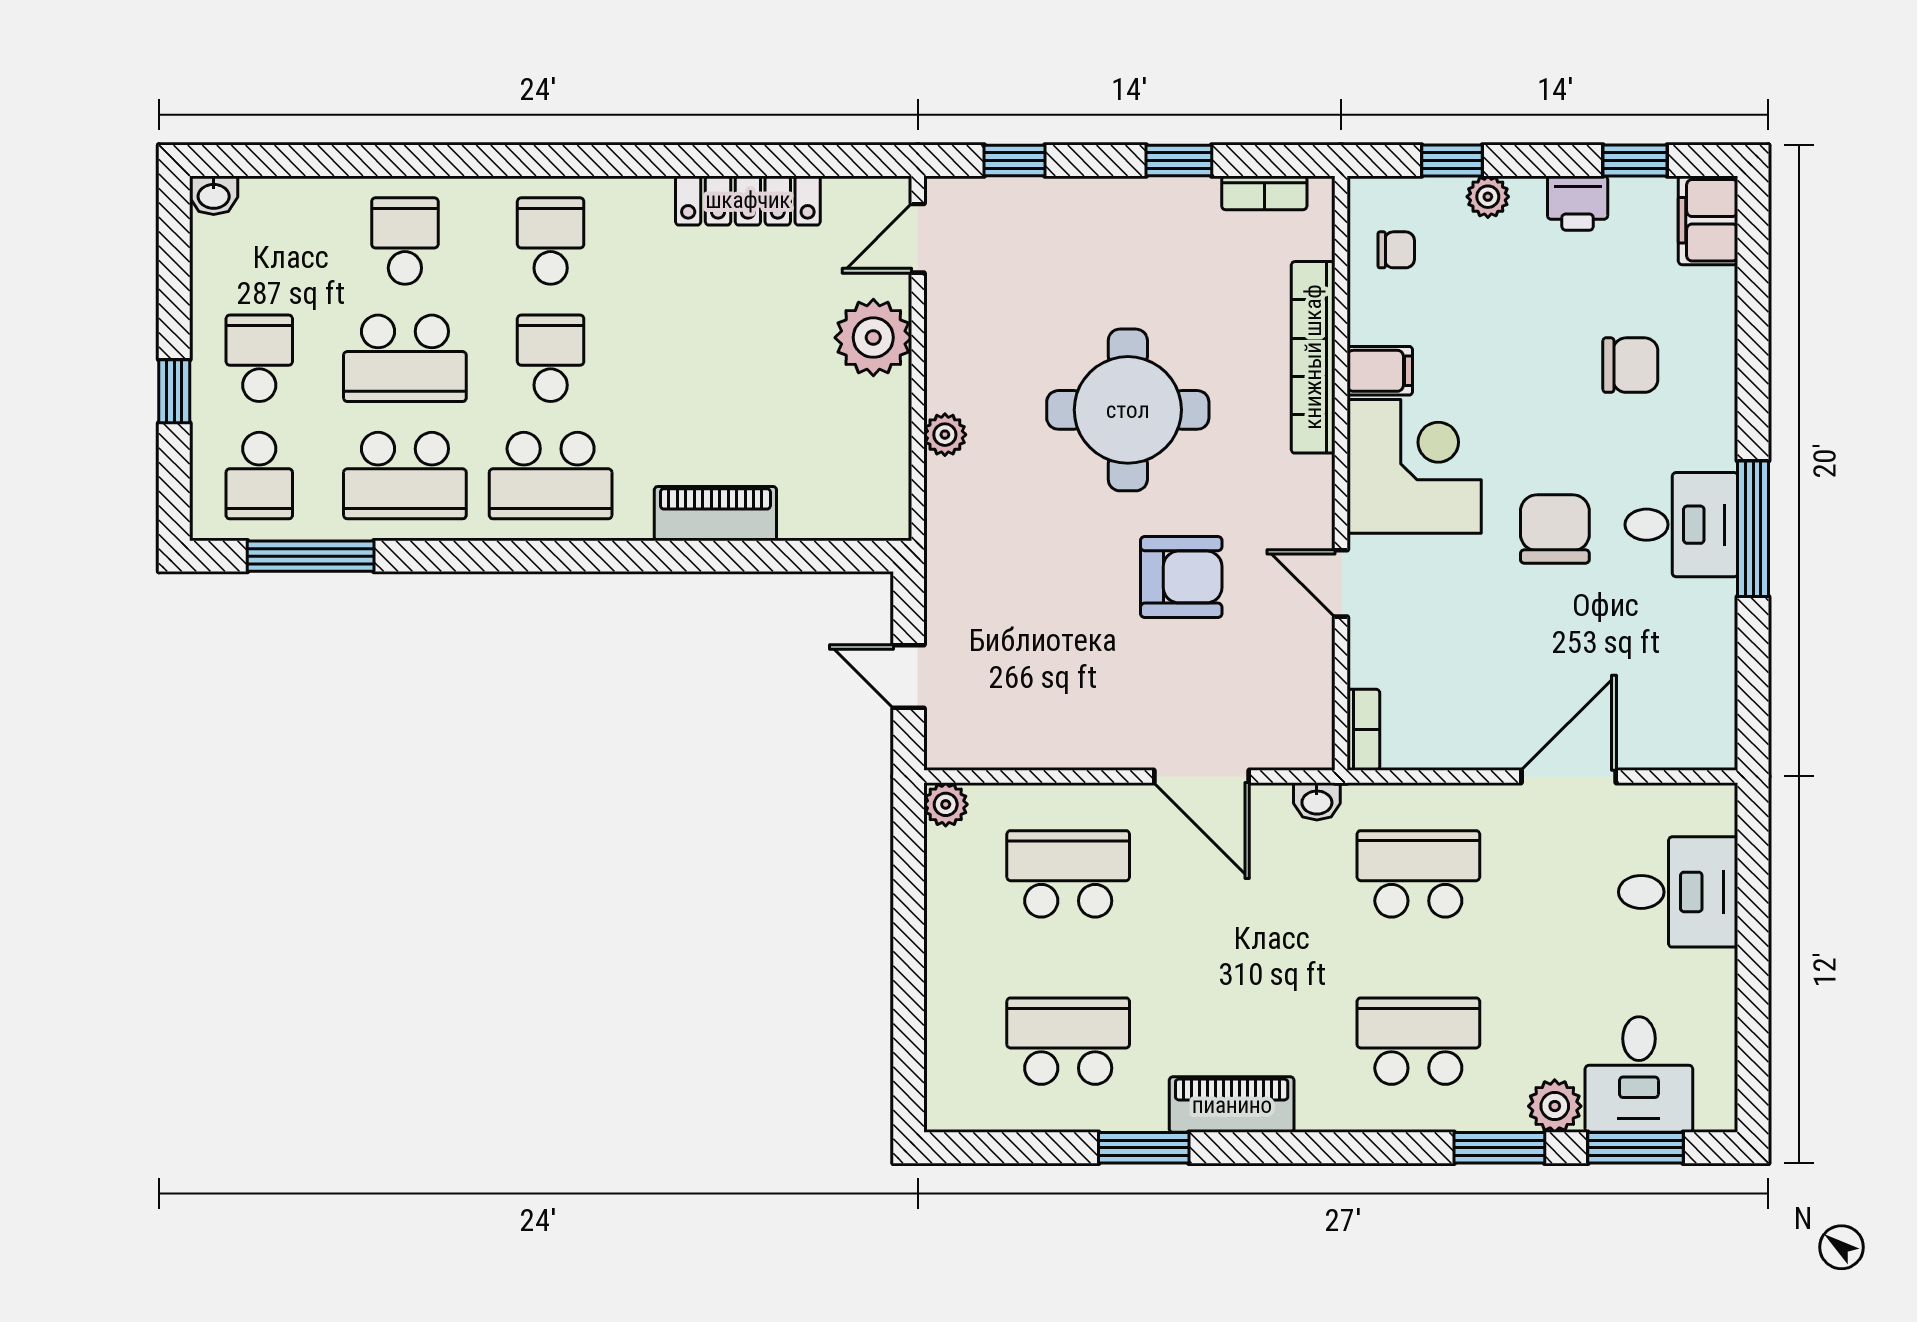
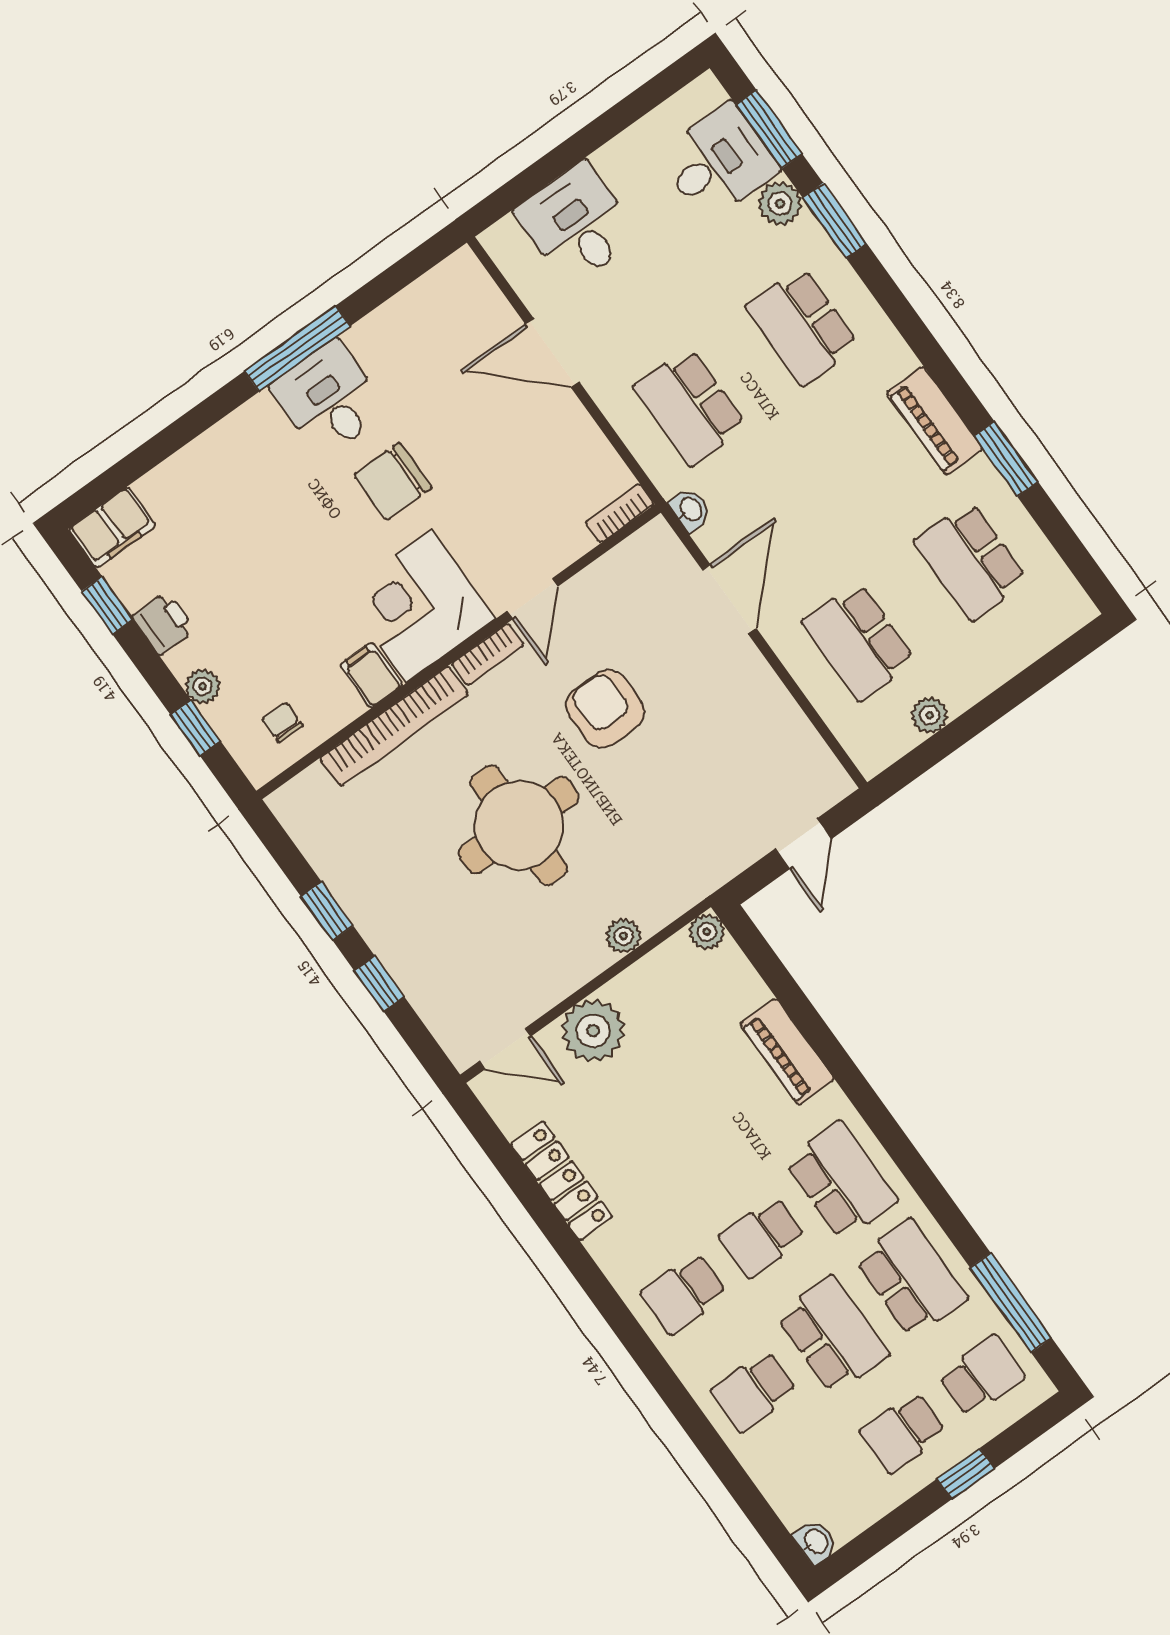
window: (1014, 160) -> (379, 984), moved
bookcase: (1264, 193) -> (488, 654), moved, turned 90
chair: (1630, 365) -> (247, 510), removed
plant: (890, 519) -> (707, 932), added
plant: (946, 804) -> (930, 715), moved

